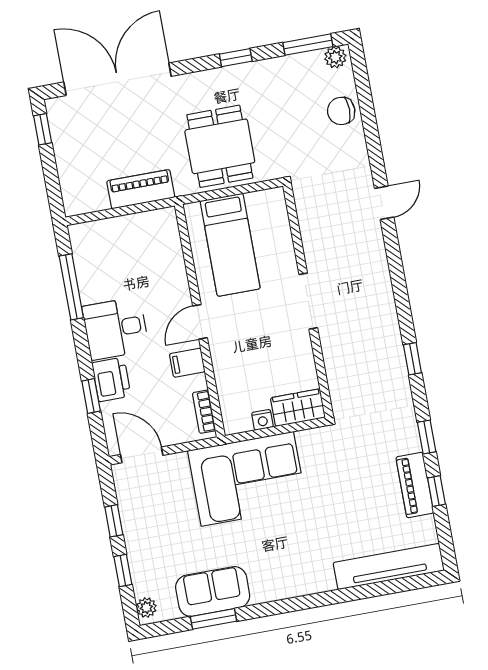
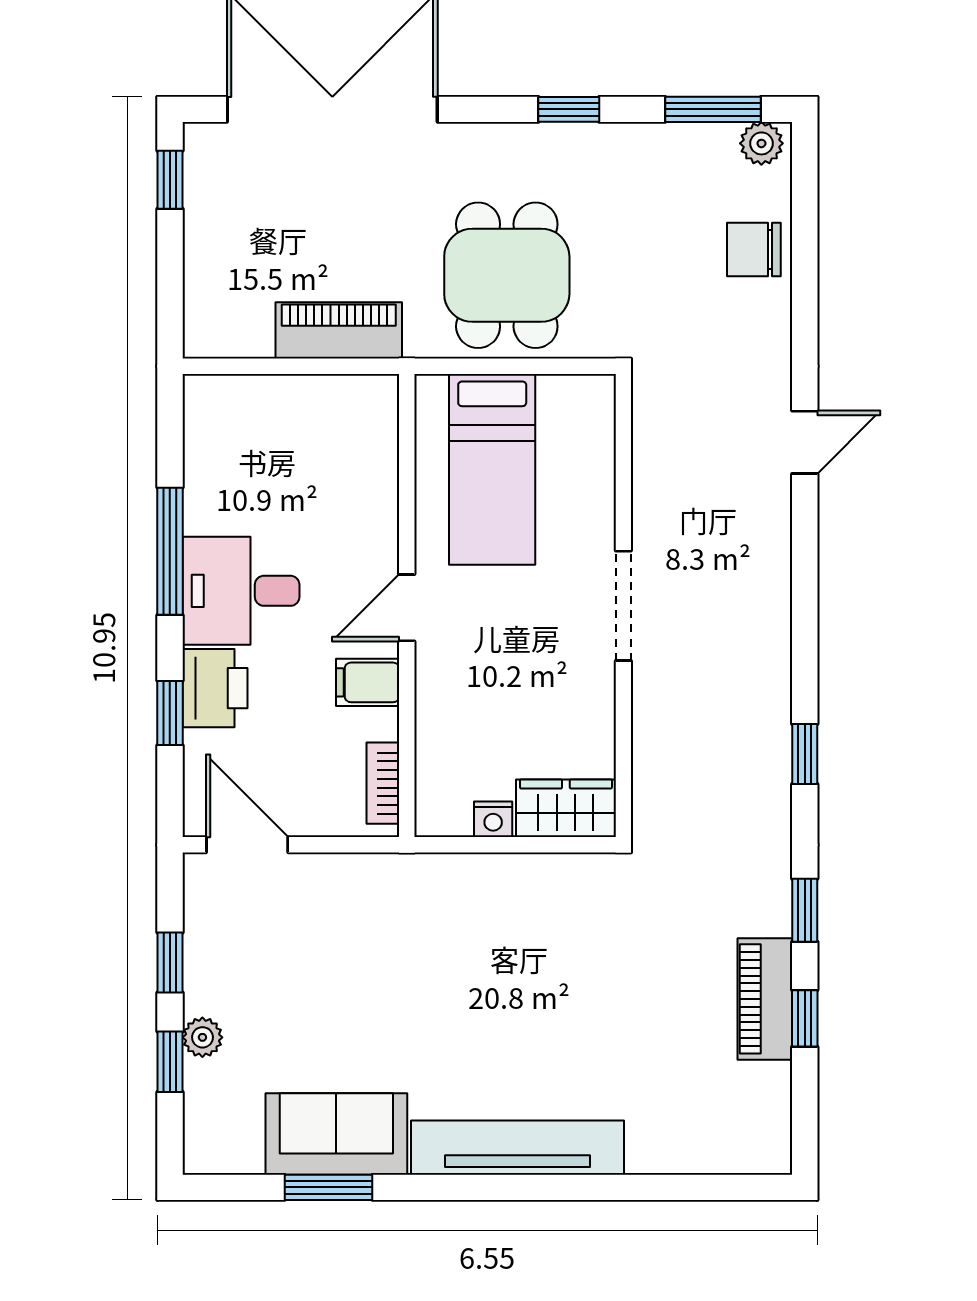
window: (71, 287) -> (170, 551), moved
corner sofa: (247, 479) -> (443, 928), removed
tv unit: (389, 567) -> (517, 1148), moved
plant: (146, 608) -> (202, 1037), moved

